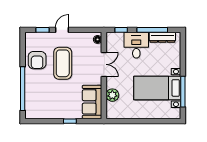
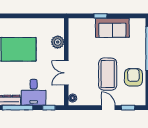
door: (62, 30) -> (108, 108), swing flipped
sofa: (92, 102) -> (112, 28), moved, turned 90

